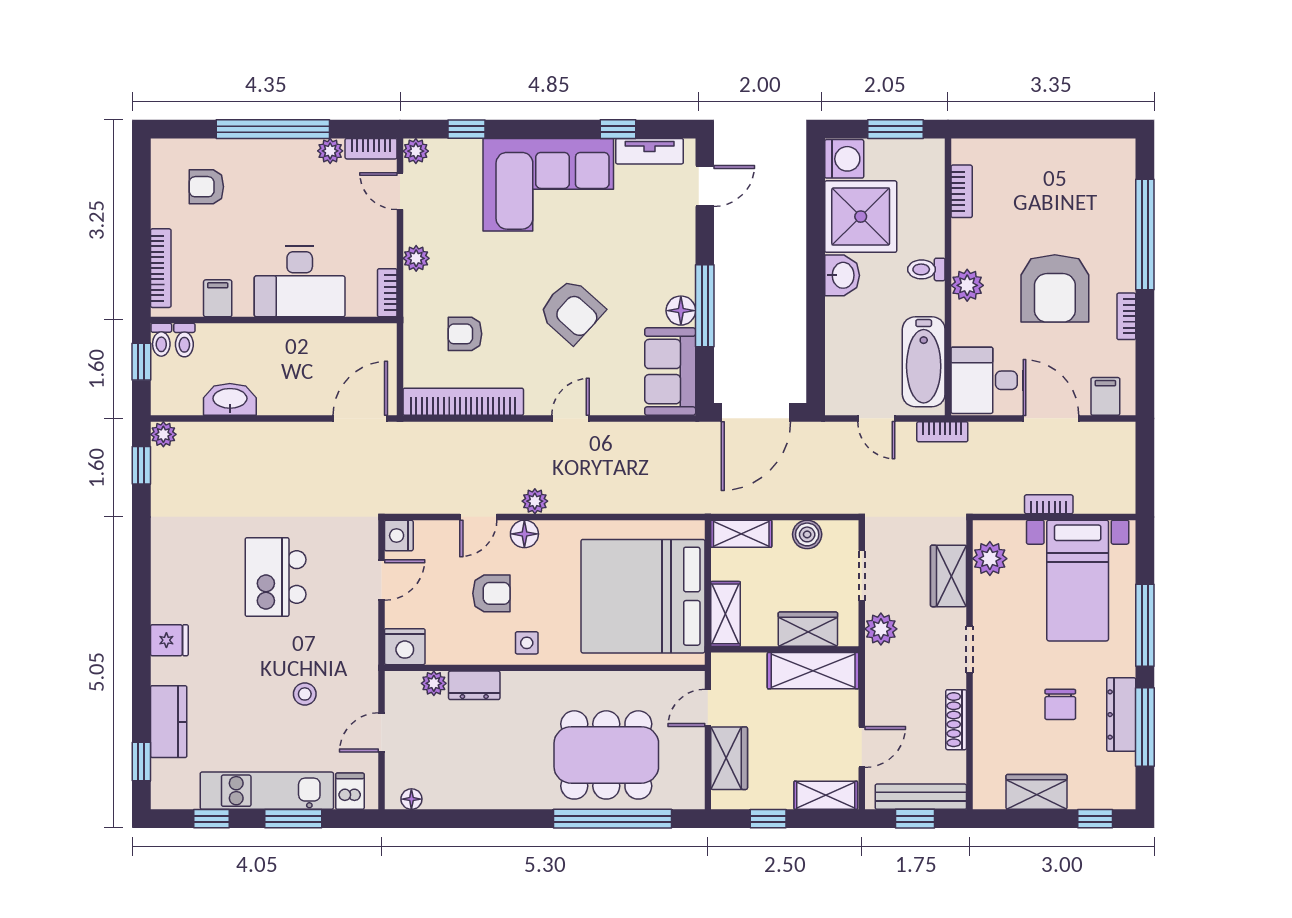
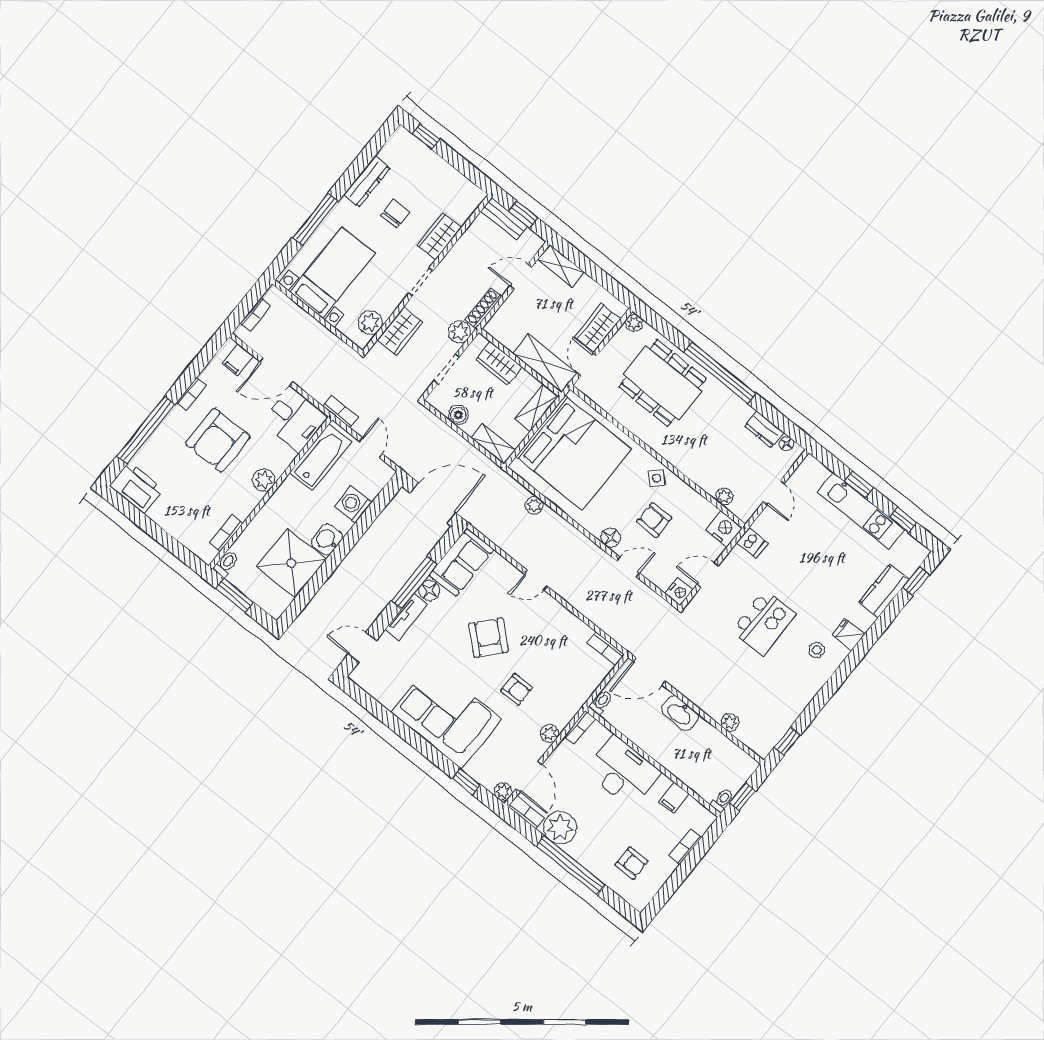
window: (618, 129) -> (384, 716), removed
plant: (330, 151) -> (560, 828), width x1.88, depth x1.88
tv unit: (650, 151) -> (406, 617), moved, turned 90
washing machine: (844, 159) -> (353, 504), moved
printer: (1103, 162) -> (137, 488), added
door: (400, 191) -> (529, 777), width x1.38
bookcase: (161, 268) -> (685, 847), width x0.64
toilet: (926, 269) -> (226, 564), moved, turned -90
armchair: (1055, 288) -> (218, 440), turned 180
armchair: (465, 334) -> (516, 689), moved
toilet: (184, 340) -> (601, 702), moved
washbasin: (230, 399) -> (680, 713), moved
bookcase: (463, 402) -> (606, 649), width x0.43, depth x0.76
door: (1051, 418) -> (276, 372), hinge flipped
plant: (163, 434) -> (730, 722), moved
plant: (535, 501) -> (534, 505), moved
bookcase: (1049, 504) -> (255, 315), moved, turned -90
side table: (527, 643) -> (657, 478), turned 45
shelving: (813, 671) -> (545, 363), moved
dresser: (474, 685) -> (764, 429), moved, turned 180
stool: (305, 694) -> (817, 650), moved
door: (708, 708) -> (587, 364), swing flipped
shoe rack: (956, 720) -> (484, 308), moved, turned 180
window: (1145, 727) -> (359, 164), removed
door: (382, 732) -> (774, 493), hinge flipped
dishwasher: (350, 791) -> (752, 543), moved, turned -90
wardrobe: (1037, 792) -> (439, 236), moved, turned 90
plant: (692, 797) -> (634, 323), added
bench: (921, 797) -> (504, 219), width x0.73
window: (293, 819) -> (859, 484), width x0.67
window: (612, 819) -> (720, 373), moved
window: (768, 819) -> (603, 278), removed

